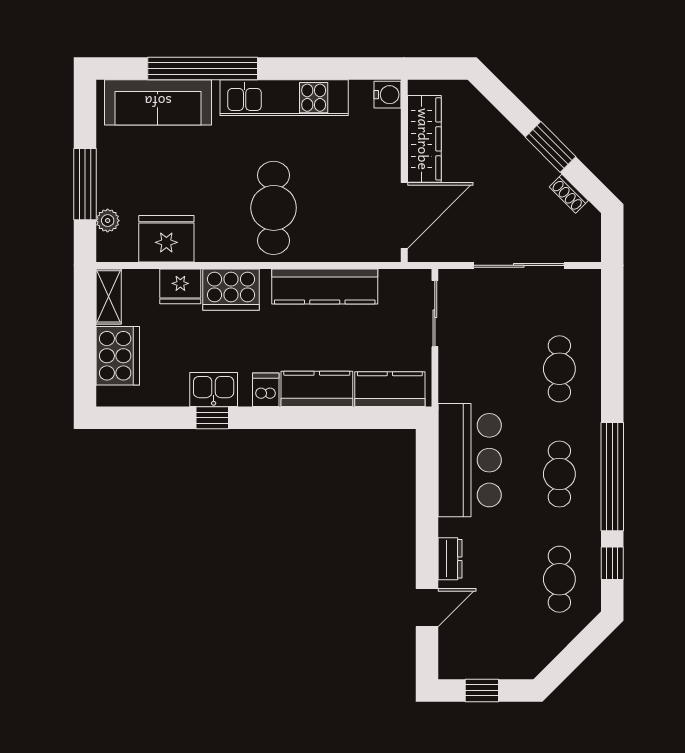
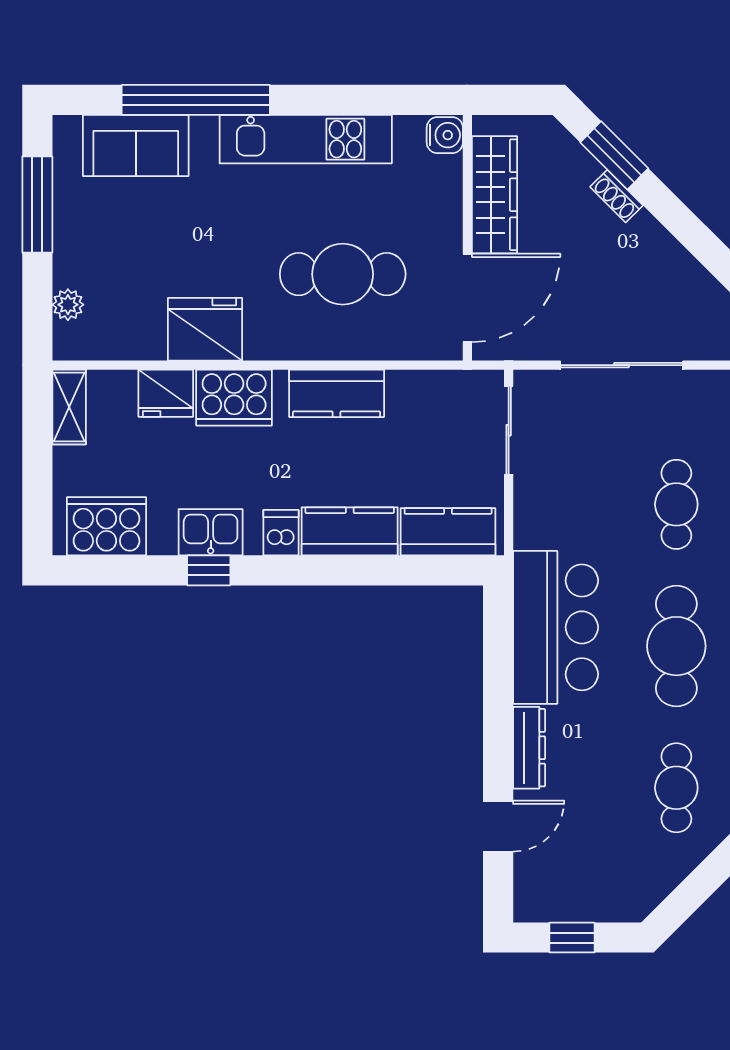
sofa: (158, 102) -> (136, 145), width x0.73
window: (551, 147) -> (614, 155), moved
window: (85, 184) -> (37, 204), moved
shoe rack: (569, 194) -> (616, 196), moved
cafe table: (274, 208) -> (343, 274), moved, turned 90
fridge: (166, 239) -> (205, 329), moved
kitchen counter: (325, 286) -> (337, 393), width x0.67
cooker: (118, 356) -> (106, 526), moved, turned -90
cafe table: (559, 474) -> (676, 646), width x1.37, depth x1.35
dresser: (450, 559) -> (529, 748), width x1.44

